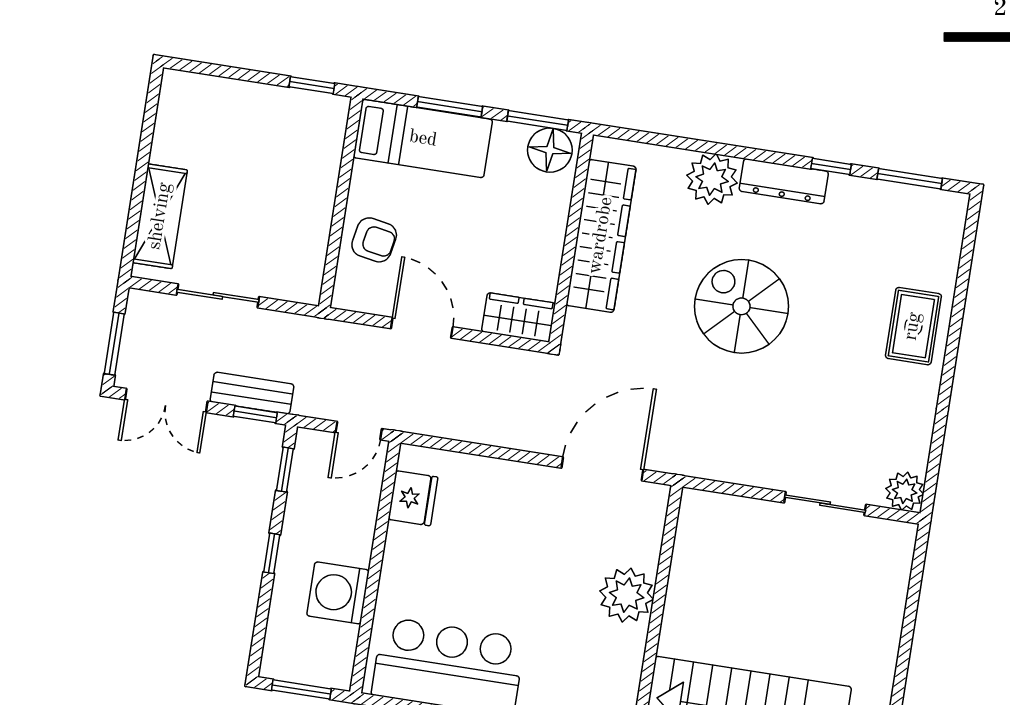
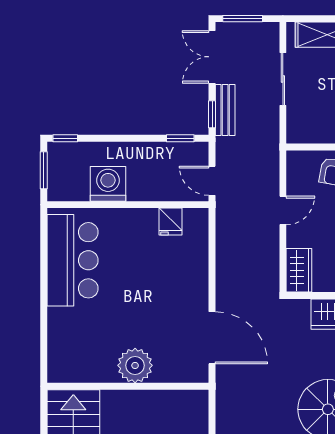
door: (422, 328) -> (283, 210), width x0.73
fridge: (413, 498) -> (171, 222), width x0.72
window: (272, 553) -> (65, 138), moved

